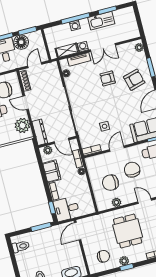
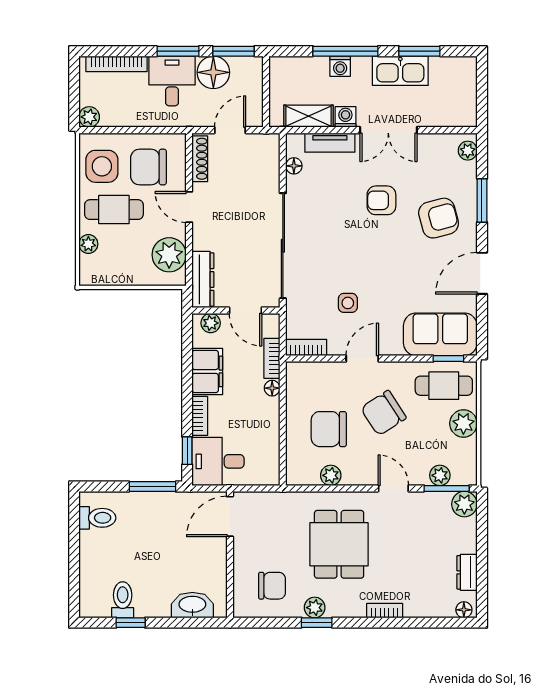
chair: (132, 170) -> (383, 413), turned -123

